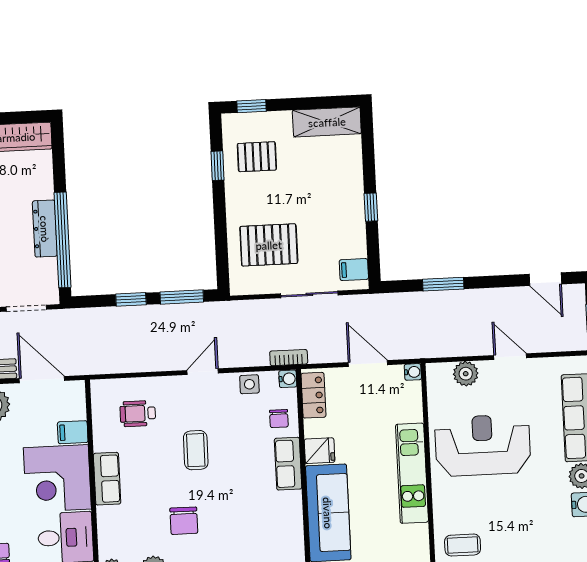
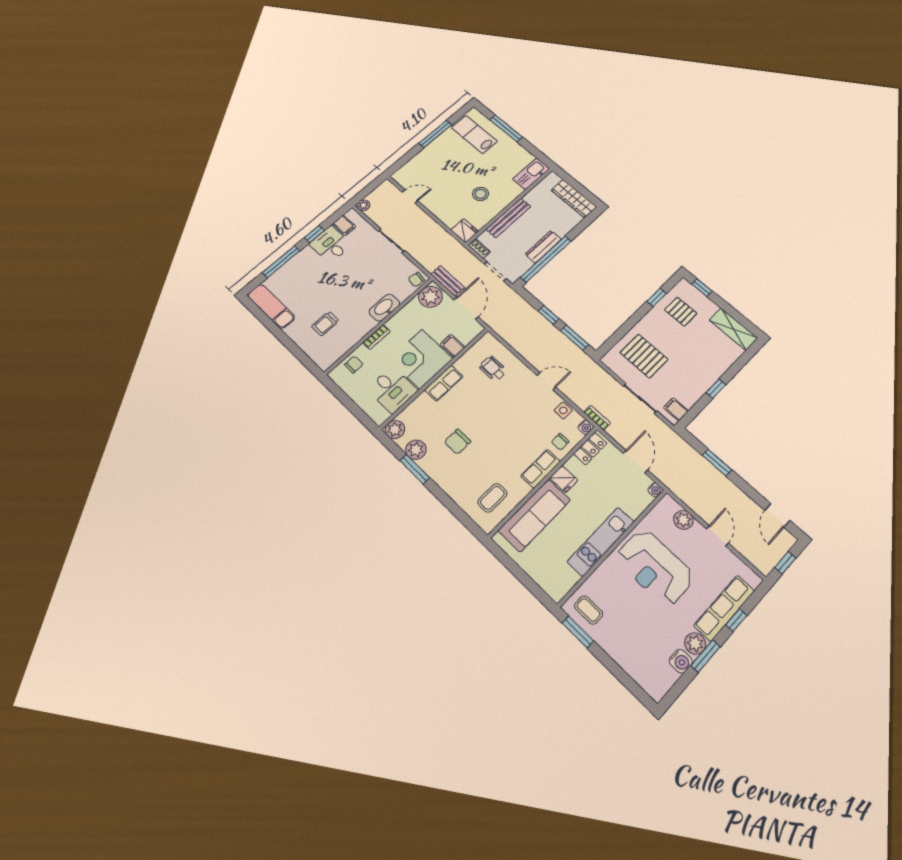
reception desk: (483, 445) -> (655, 567), turned 180
coffee table: (196, 450) -> (492, 498), moved

